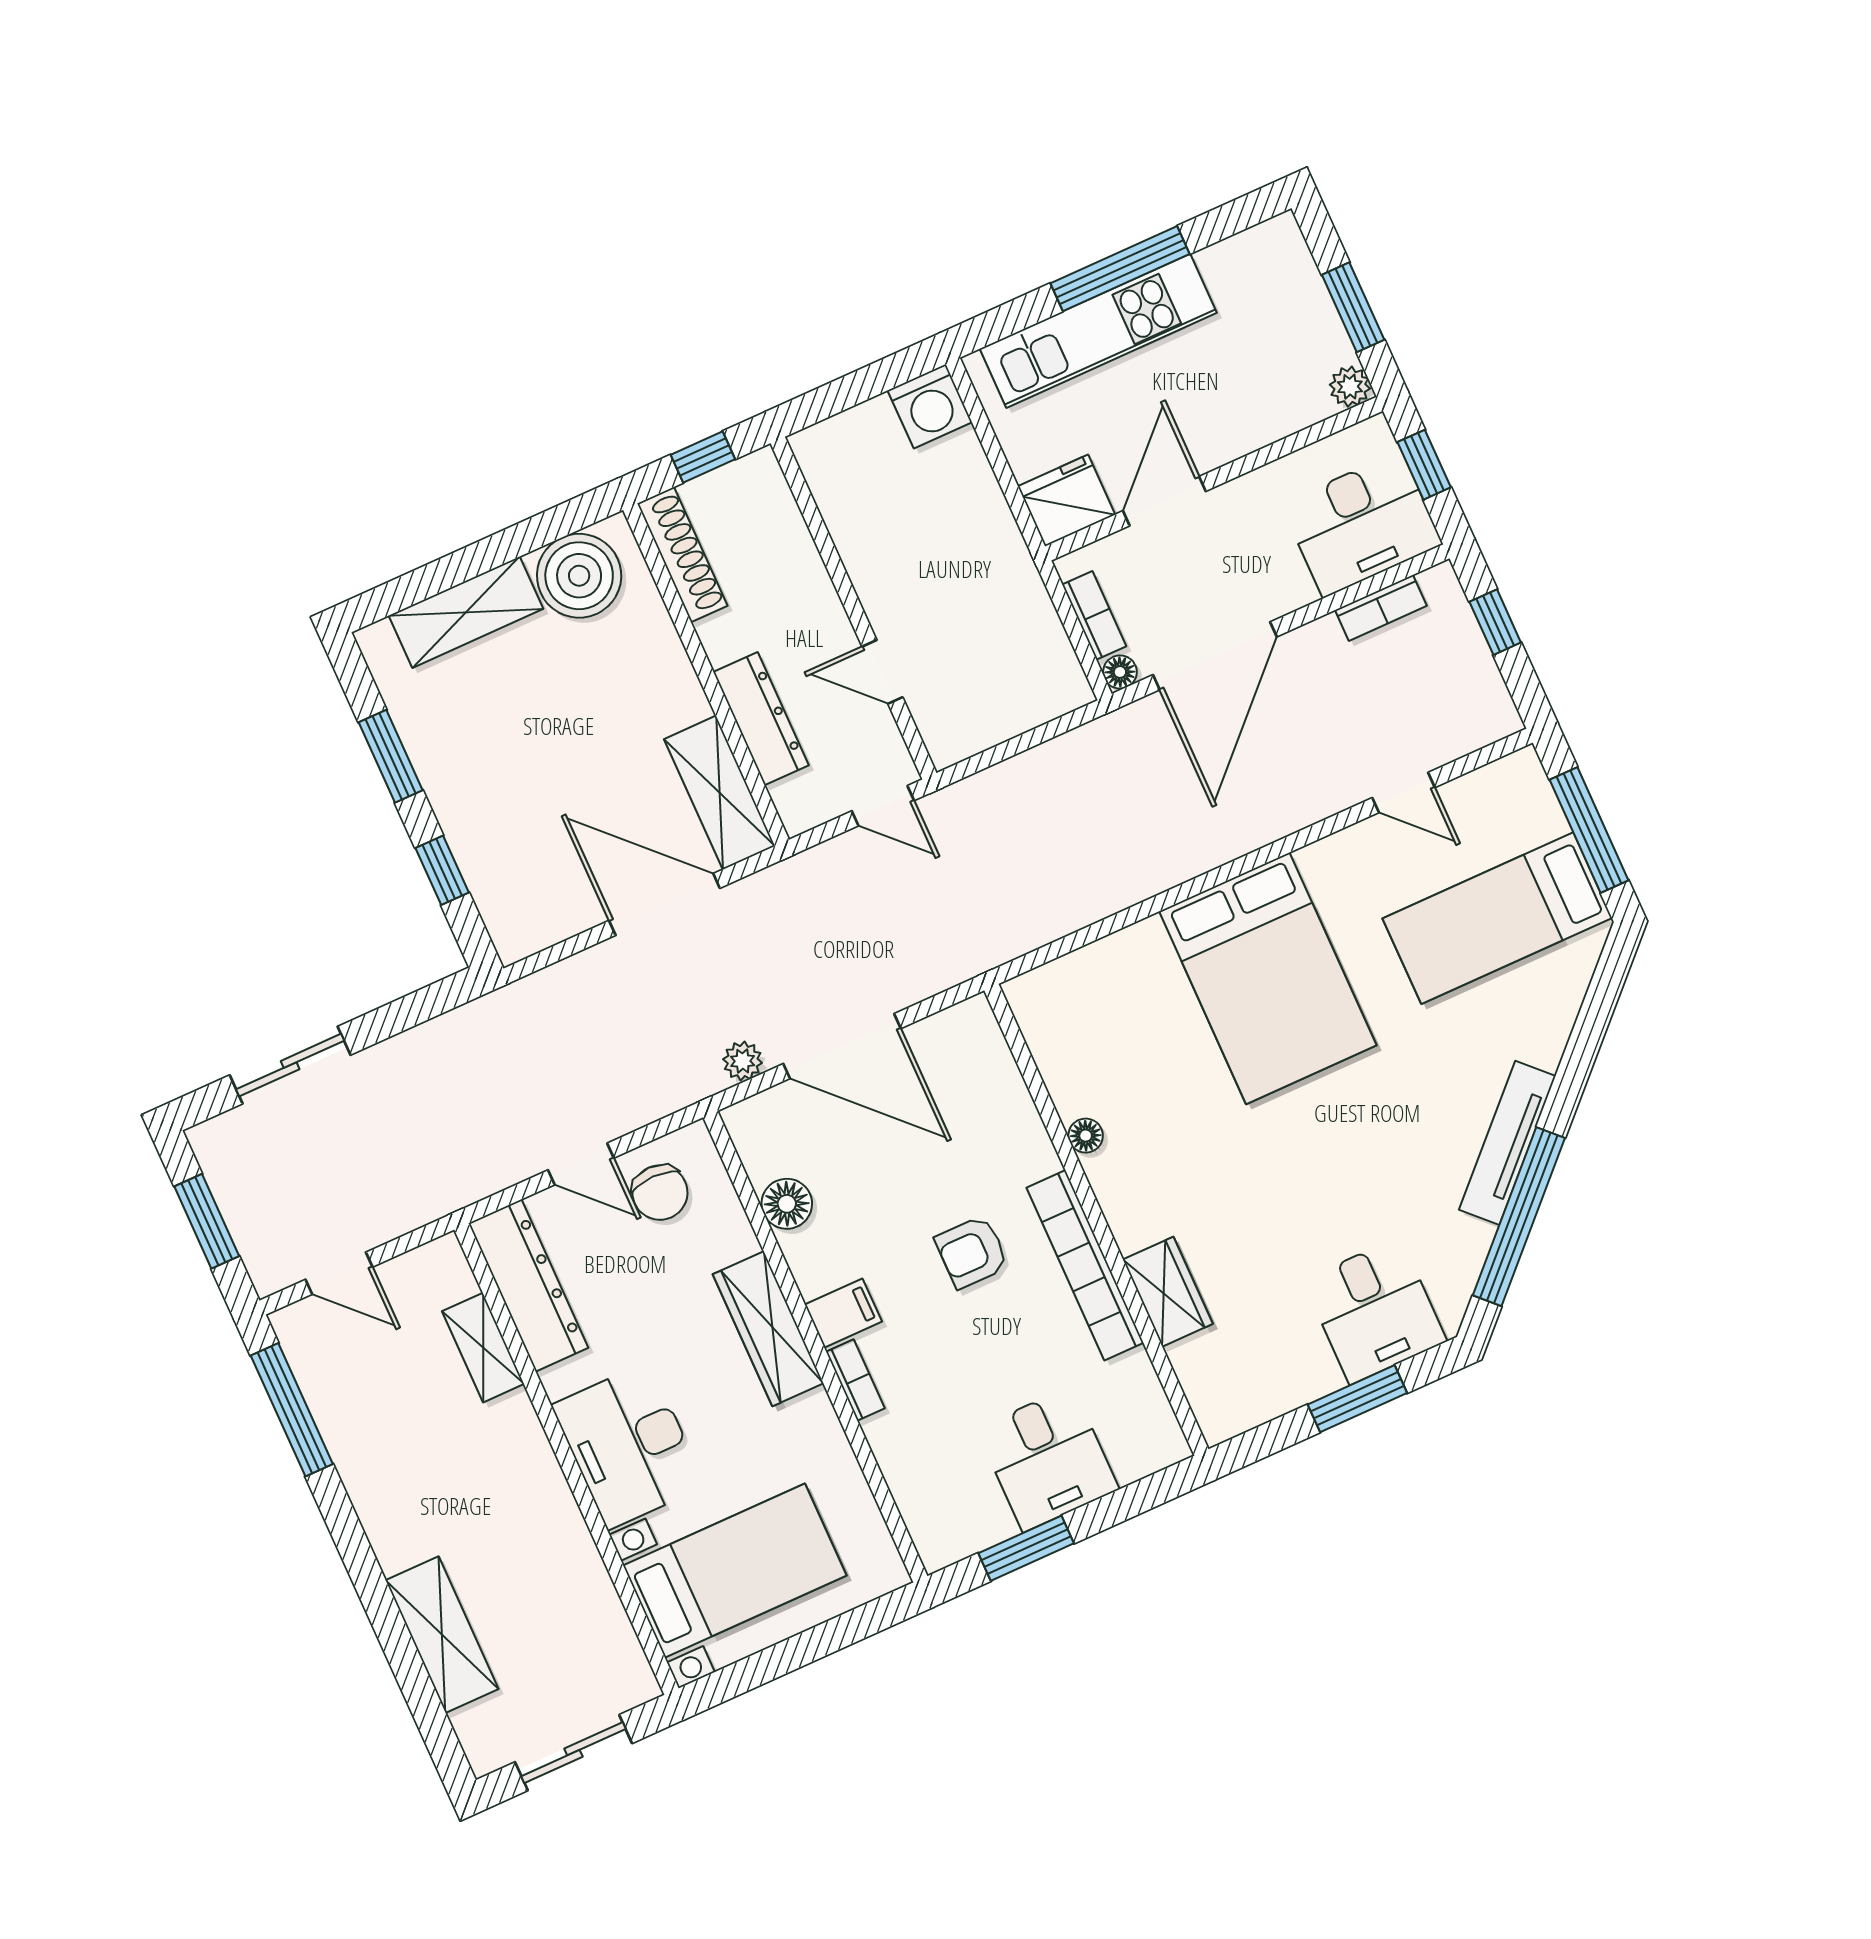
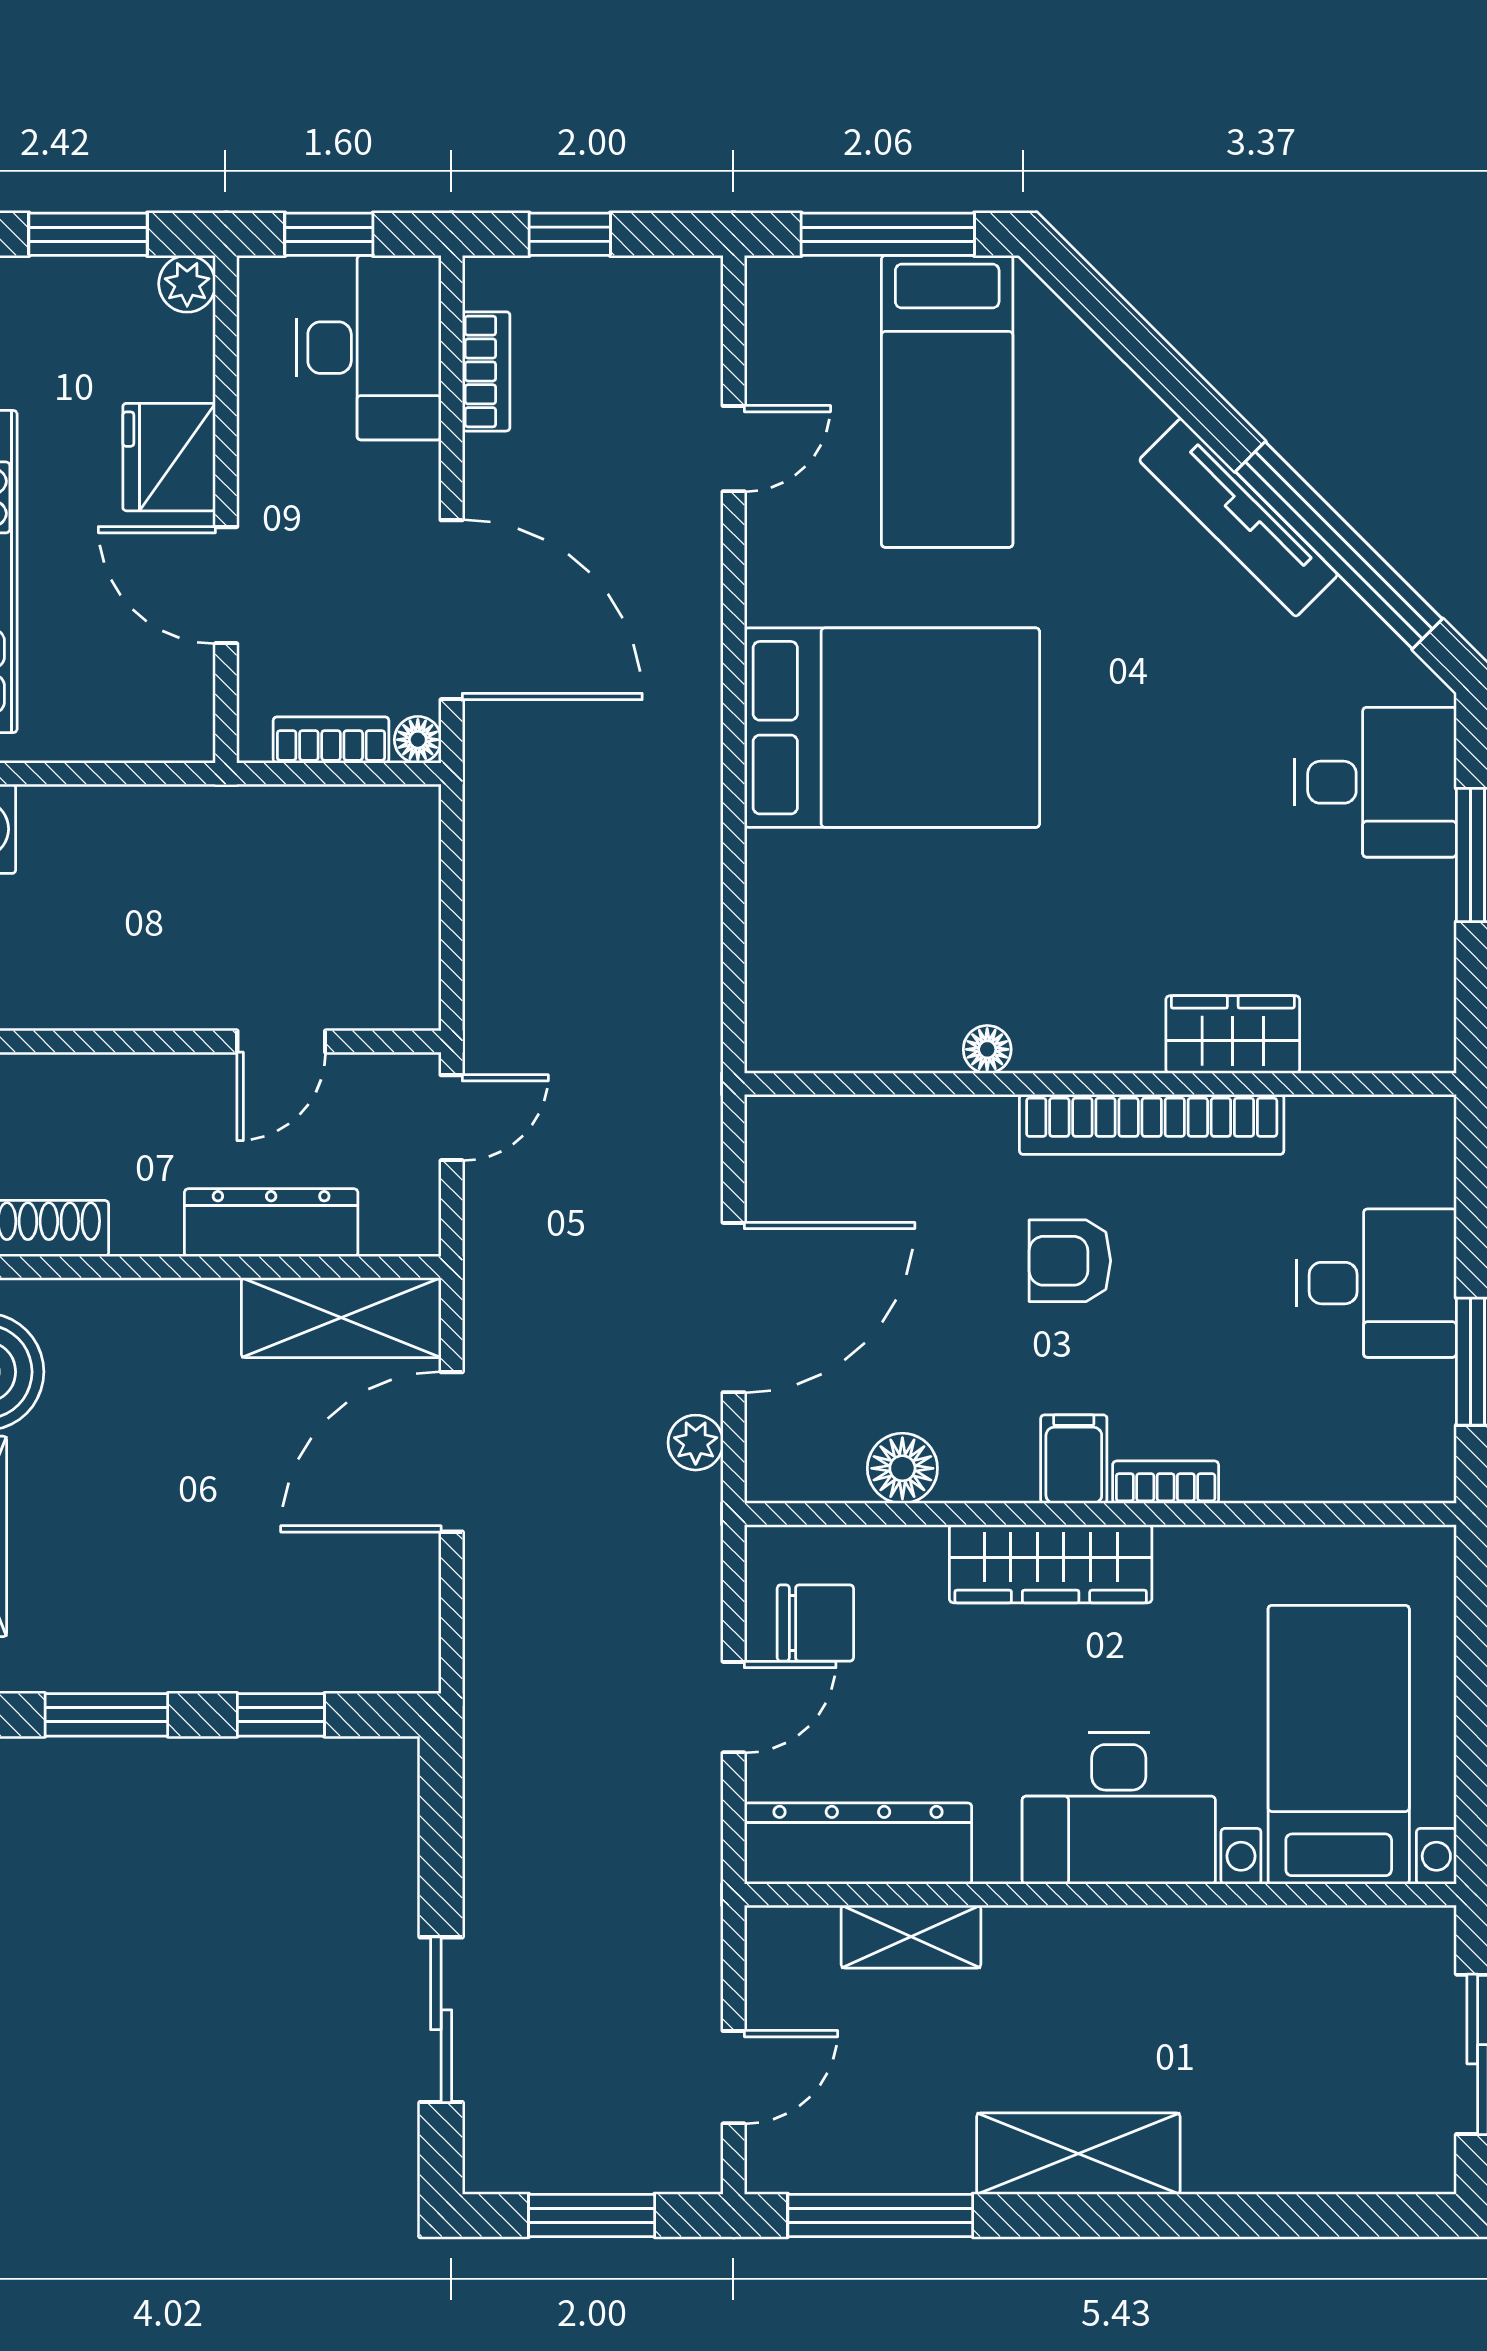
fridge: (1066, 500) -> (169, 457), moved
armchair: (972, 1252) -> (1070, 1261), turned 90
shelving: (442, 1635) -> (1078, 2154), moved

